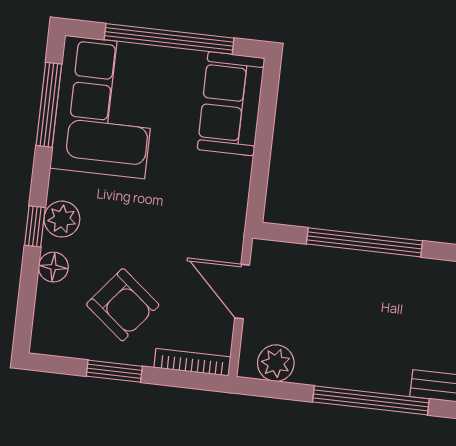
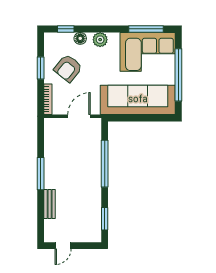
sofa: (231, 104) -> (138, 100), width x1.85, depth x1.27
window: (35, 226) -> (66, 29), moved
plant: (276, 363) -> (51, 133), removed
window: (371, 400) -> (41, 174), width x0.68

